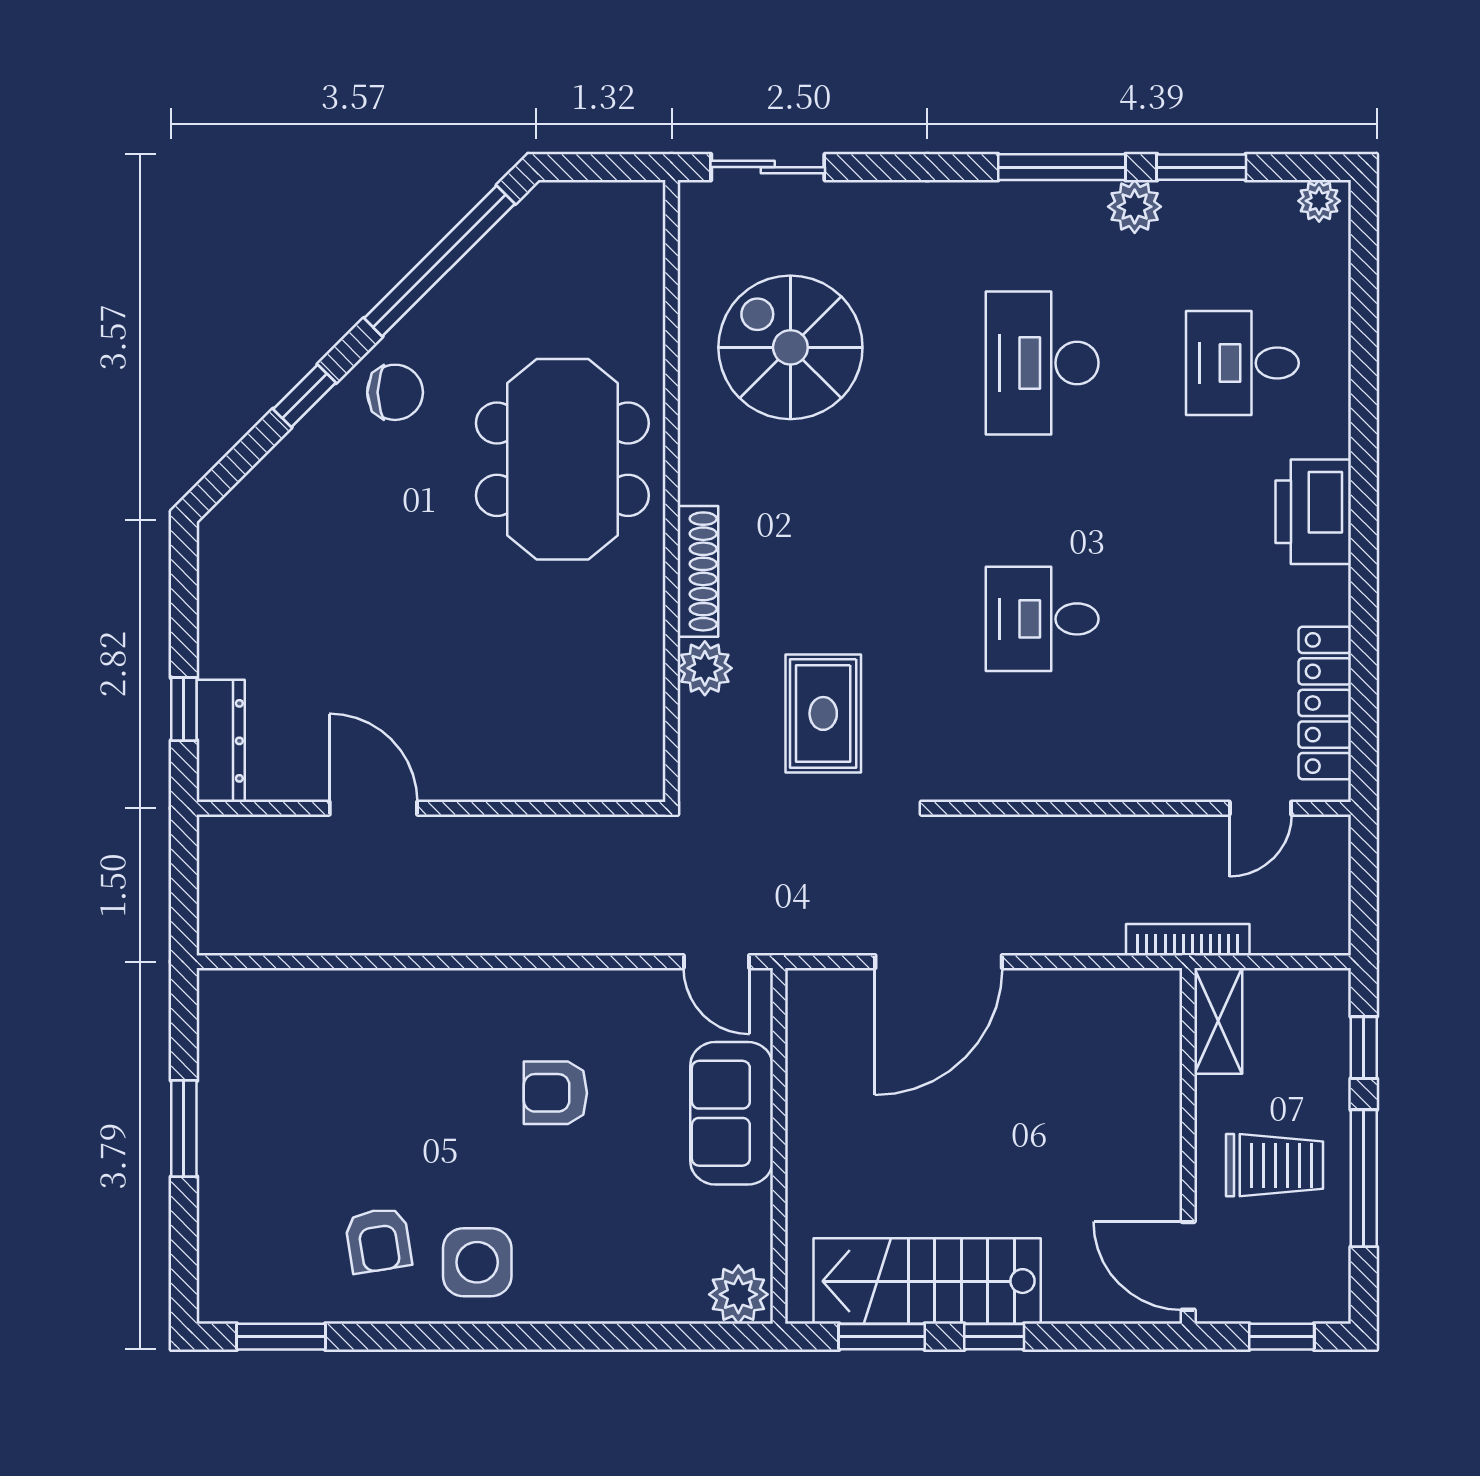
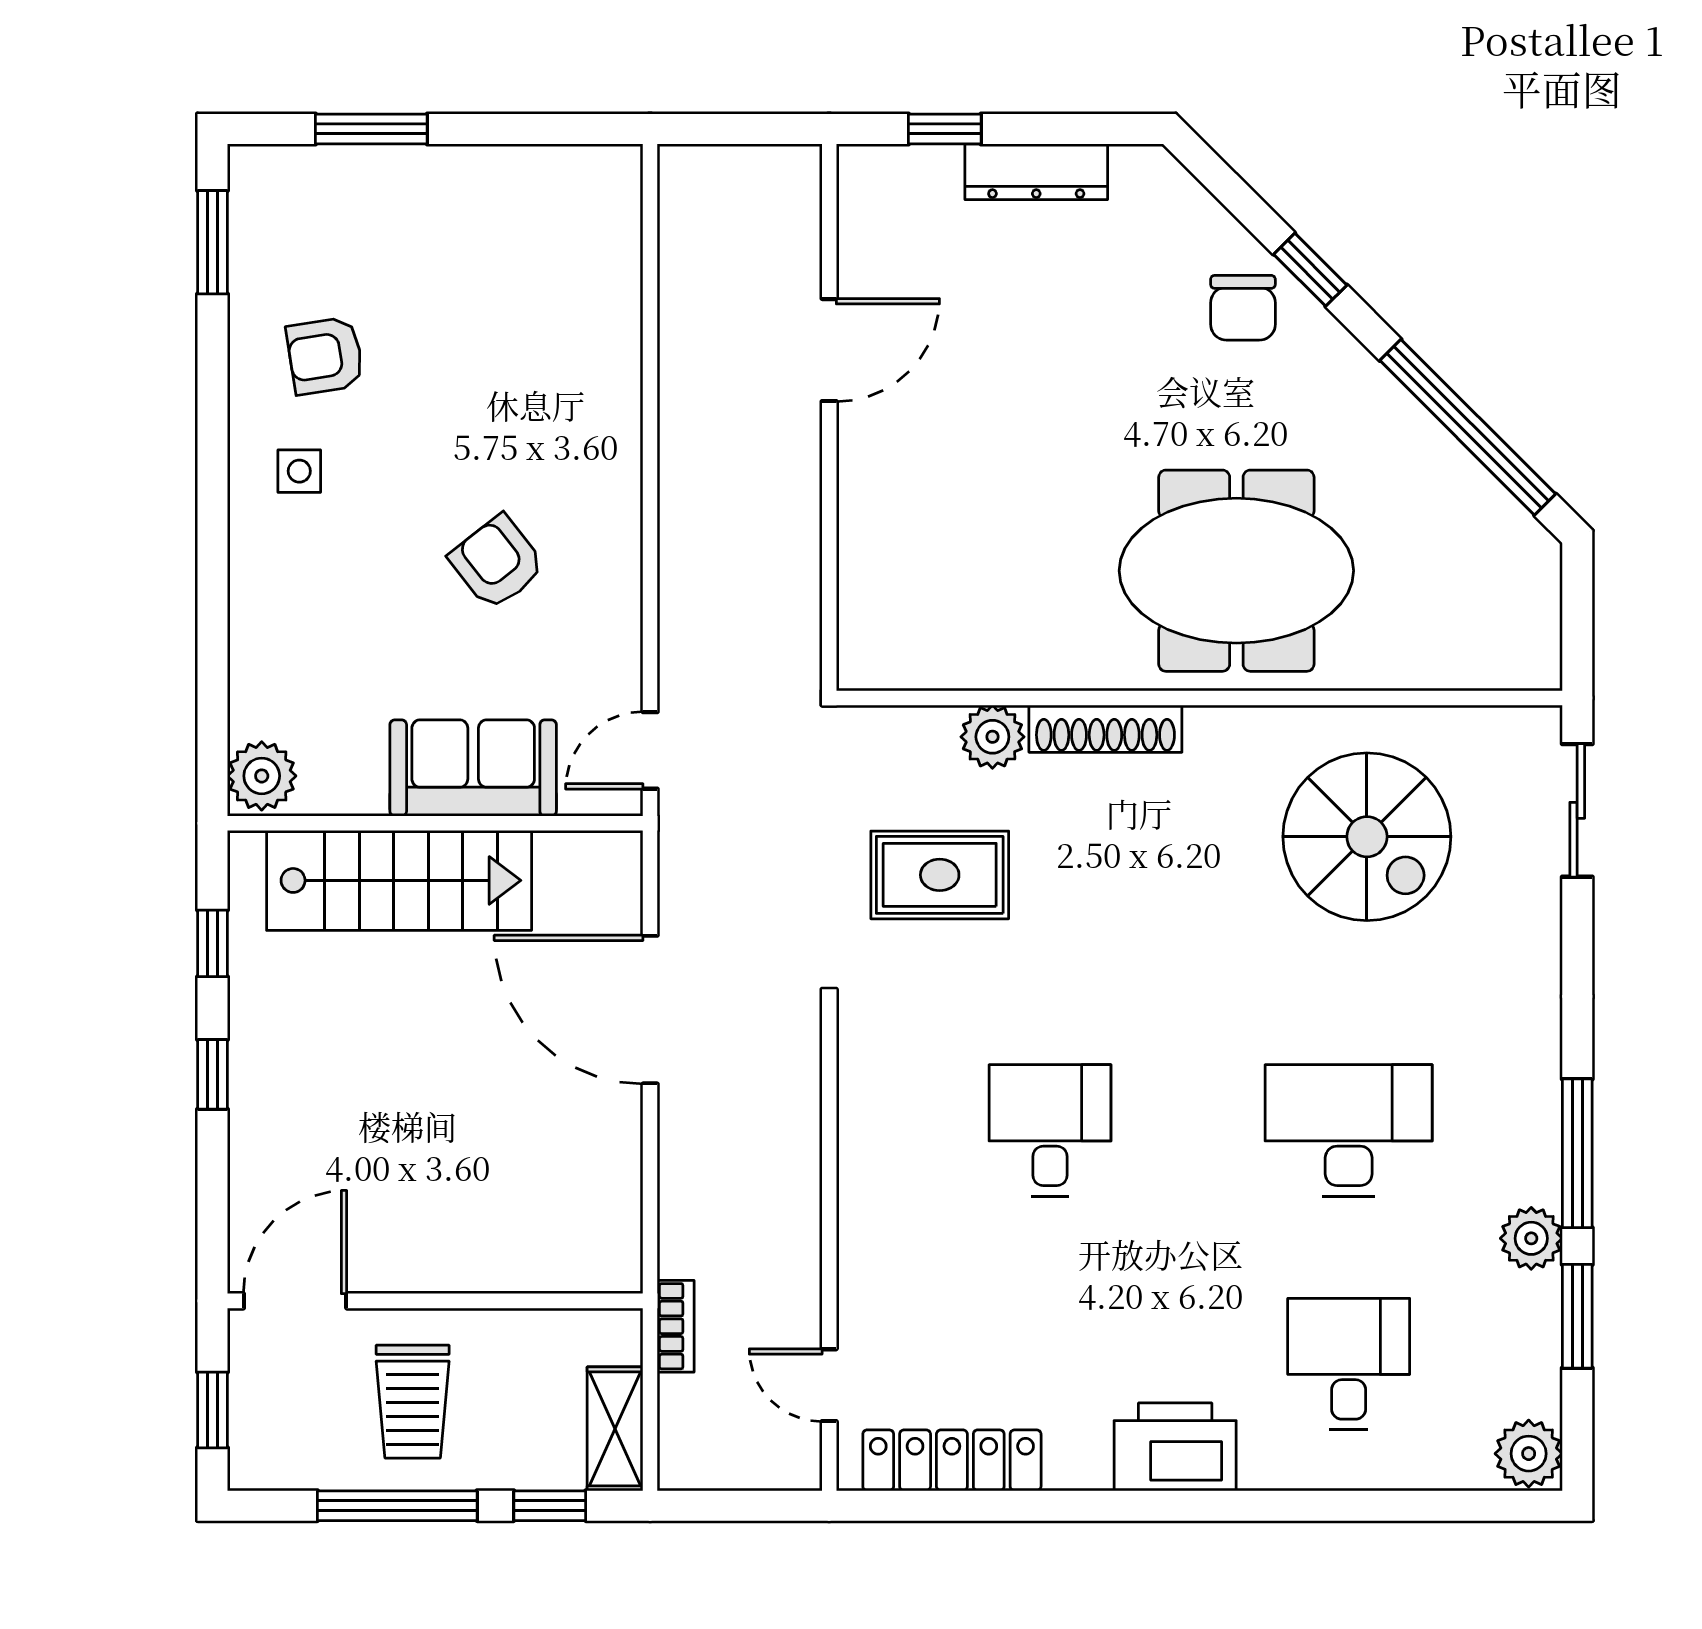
plant: (1319, 201) -> (1529, 1454), width x1.38, depth x1.38
spiral stairs: (790, 347) -> (1367, 837), turned 90
chair: (395, 392) -> (1243, 308), moved
dresser: (221, 741) -> (1036, 172), moved
bookcase: (1188, 940) -> (676, 1326), width x0.64
shelving: (1218, 1021) -> (615, 1429), moved, turned 90
armchair: (555, 1093) -> (497, 562), turned -38
window: (184, 1129) -> (371, 129), moved
side table: (477, 1262) -> (299, 471), width x0.54, depth x0.54
stairs: (927, 1281) -> (399, 880), moved, turned 90
window: (882, 1337) -> (212, 943), width x0.67

